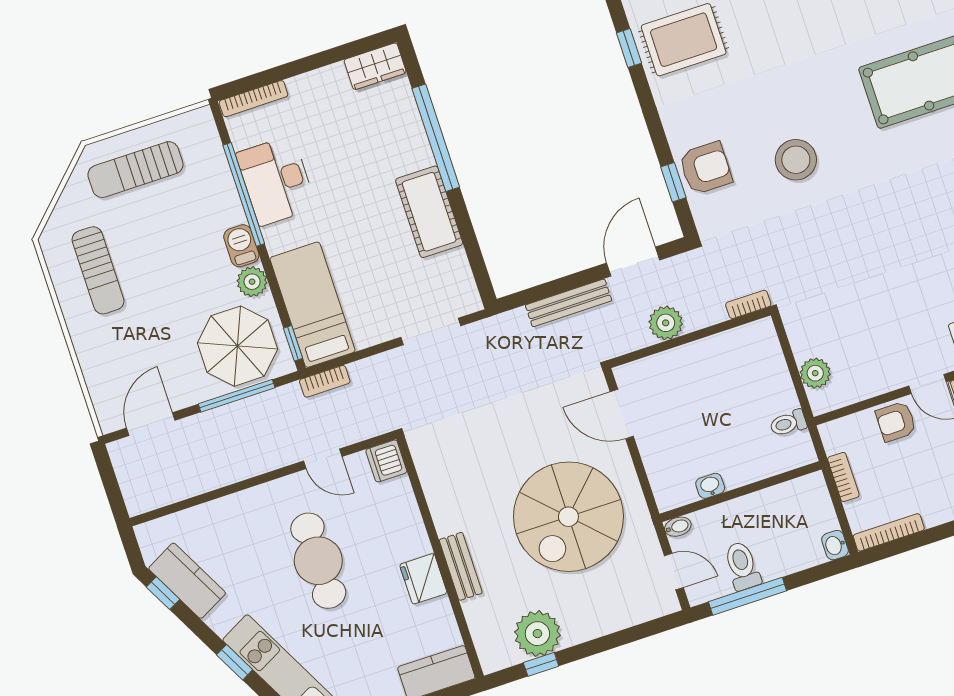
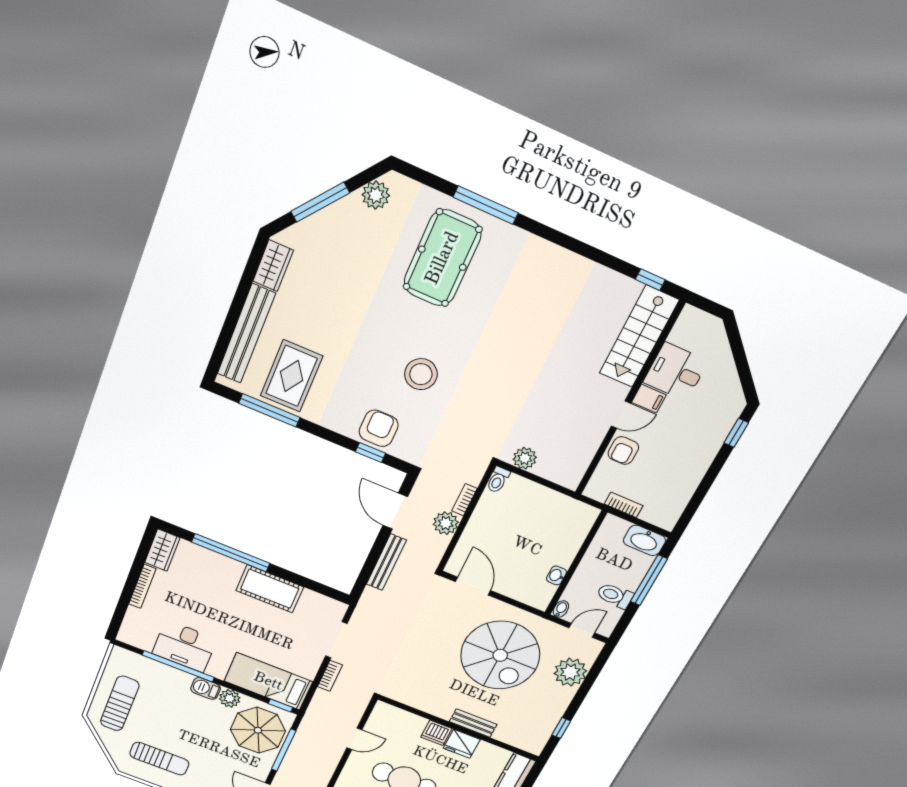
window: (629, 48) -> (269, 410), width x2.17
bookcase: (253, 99) -> (142, 586), moved
sun lounger: (135, 170) -> (120, 703), turned 180
bookcase: (748, 304) -> (464, 500), moved
plant: (815, 373) -> (525, 458), moved
bookcase: (325, 381) -> (330, 676), moved
door: (622, 414) -> (473, 586), swing flipped
toilet: (788, 423) -> (498, 480), moved
dishwasher: (386, 461) -> (436, 733), moved
bookcase: (889, 532) -> (678, 508), removed
washbasin: (835, 545) -> (644, 540), width x1.91, depth x1.45
window: (747, 596) -> (649, 580), moved
plant: (537, 634) -> (570, 672), moved

